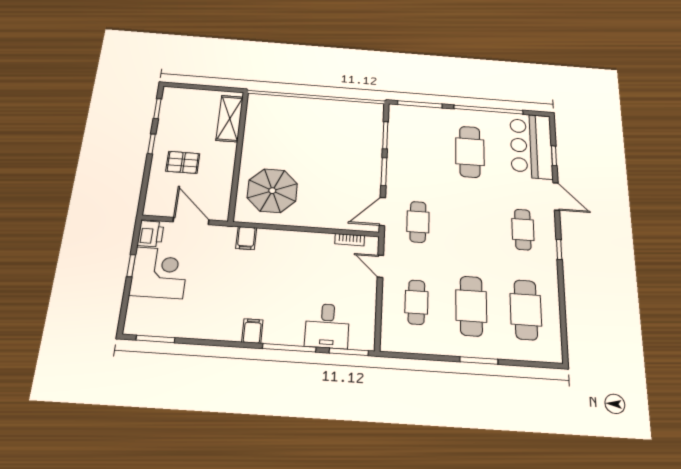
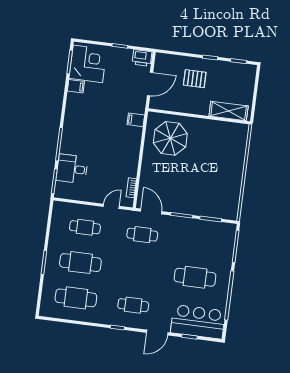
pallet: (183, 162) -> (195, 79), turned 90
corner desk: (159, 273) -> (88, 64), moved, turned -90
filing cabinet: (252, 331) -> (76, 86), moved

